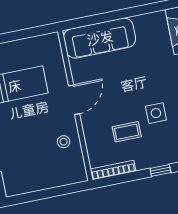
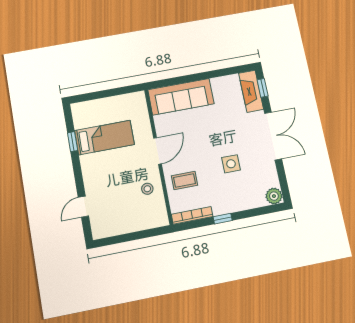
coffee table: (127, 132) -> (185, 180), moved
window: (160, 170) -> (223, 219), moved

